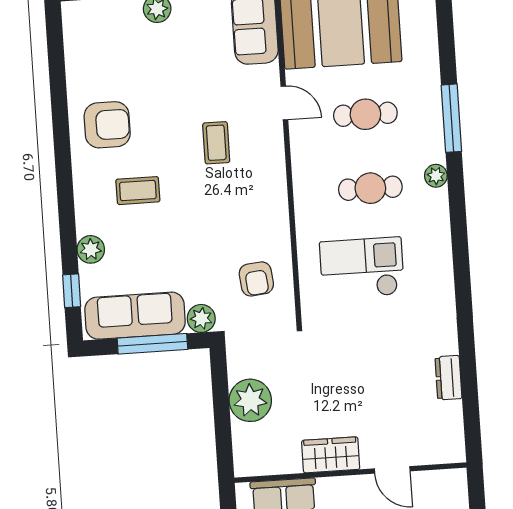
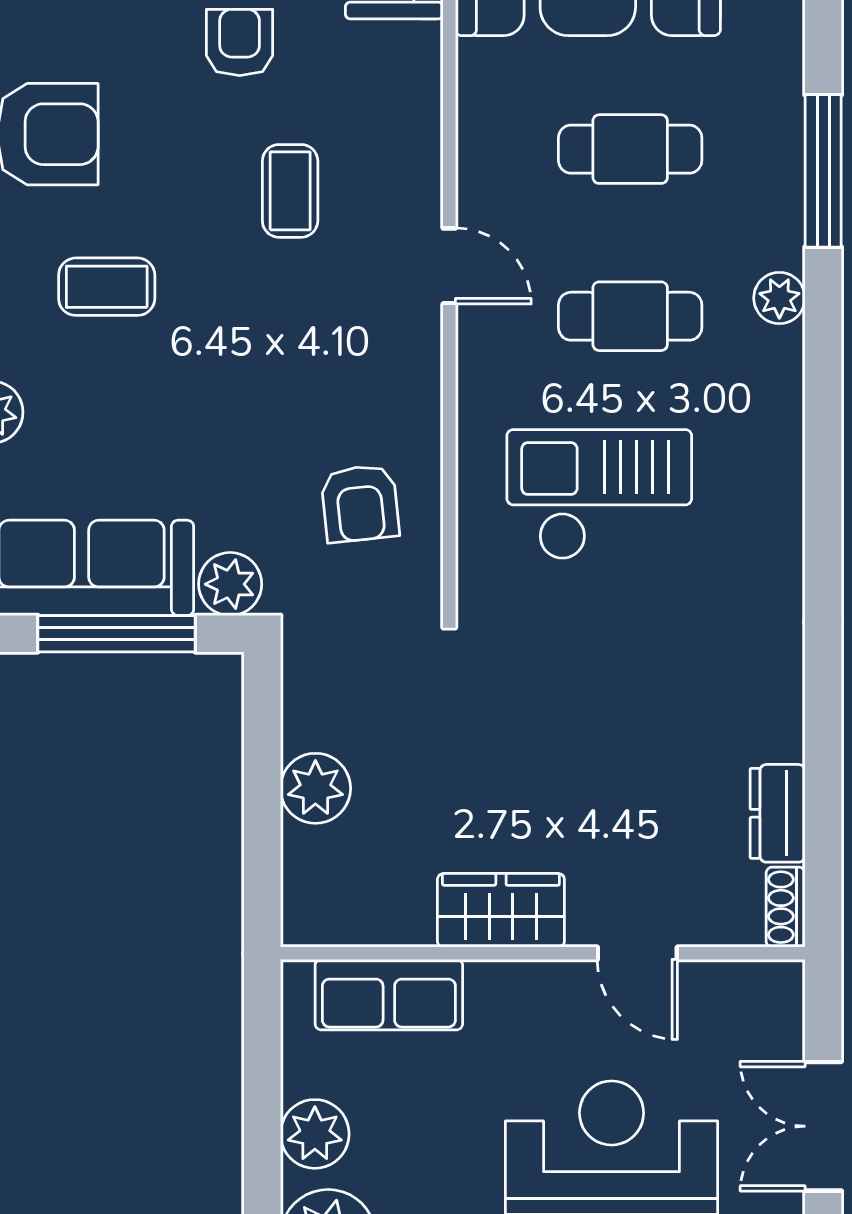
armchair: (189, 79) -> (240, 42), added
door: (284, 103) -> (449, 266), moved
dresser: (448, 378) -> (778, 813), moved
plant: (250, 400) -> (315, 788), width x0.73, depth x0.73
shoe rack: (456, 445) -> (786, 907), added

